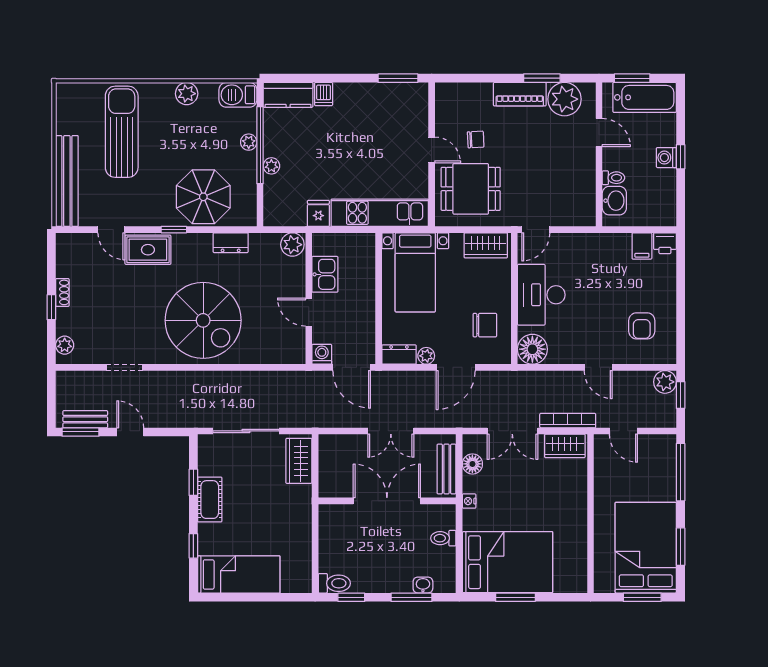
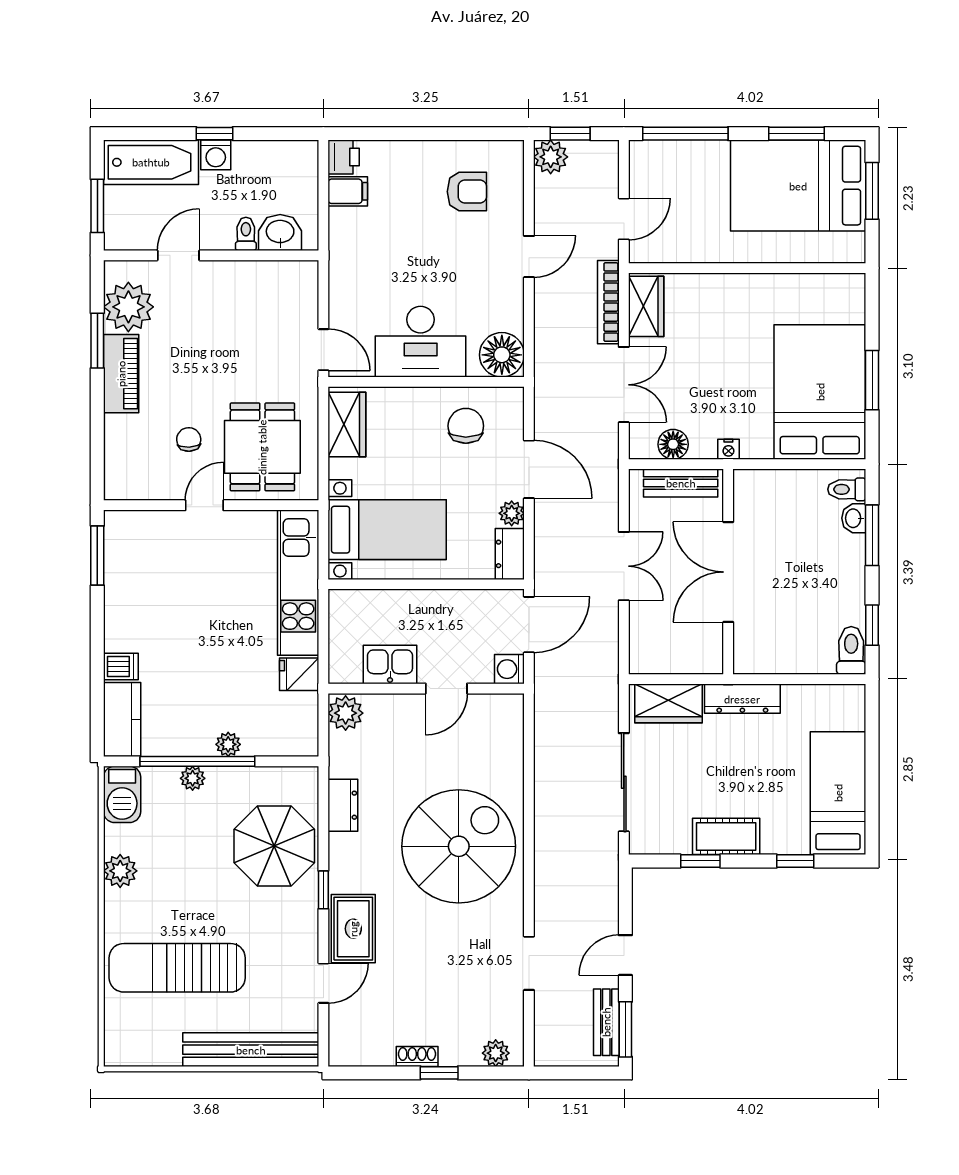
bathtub: (645, 97) -> (151, 162), moved, turned 90
dresser: (302, 510) -> (742, 699), added
toilet: (443, 538) -> (847, 489), moved, turned 90

